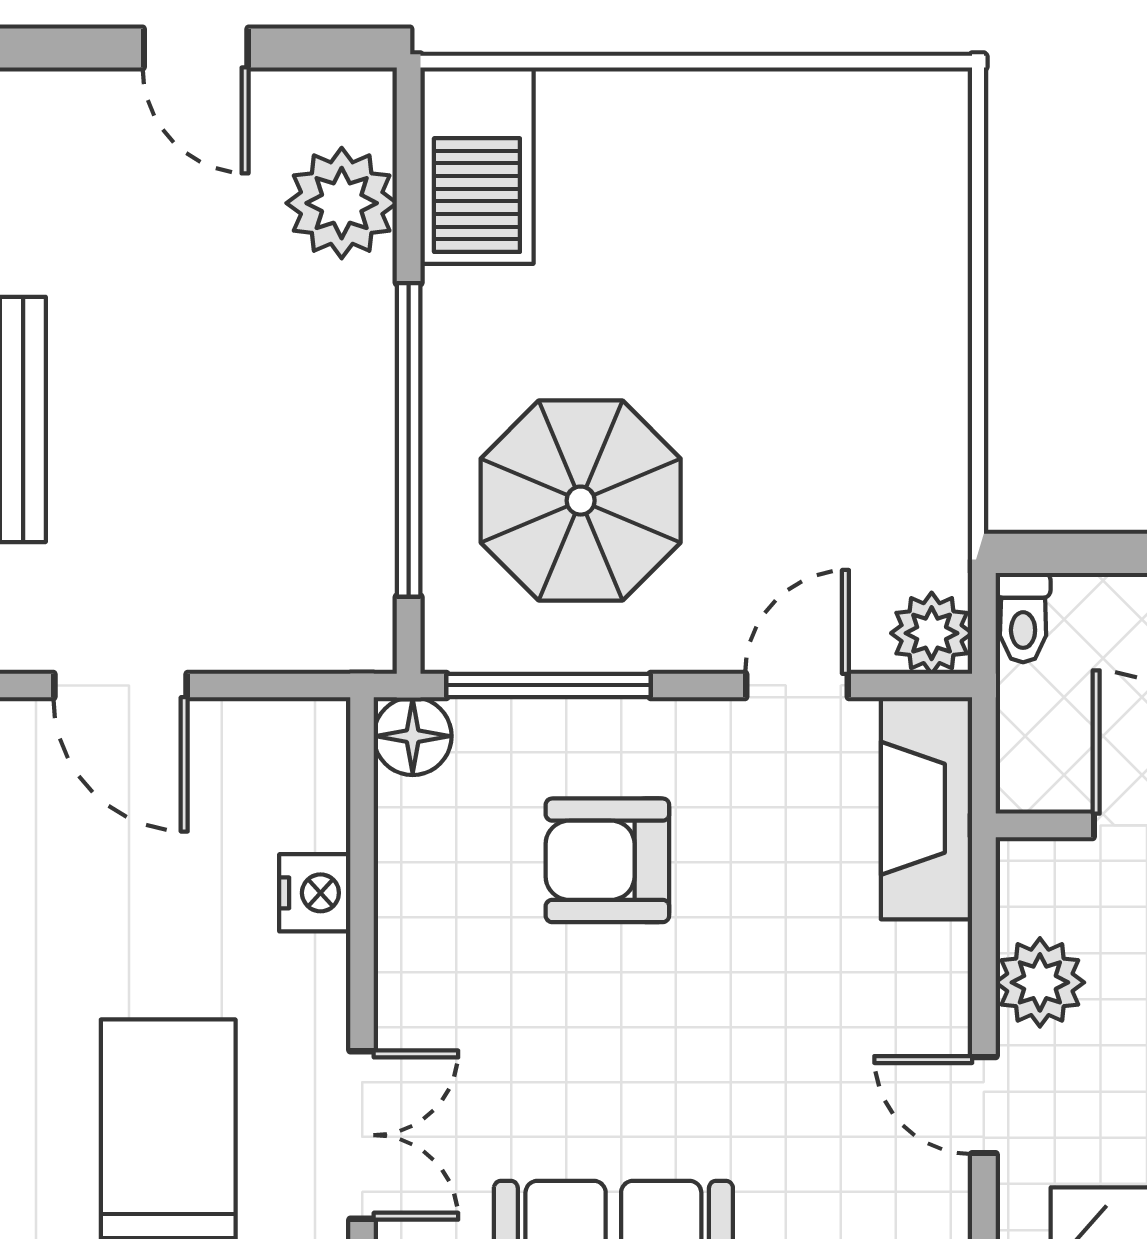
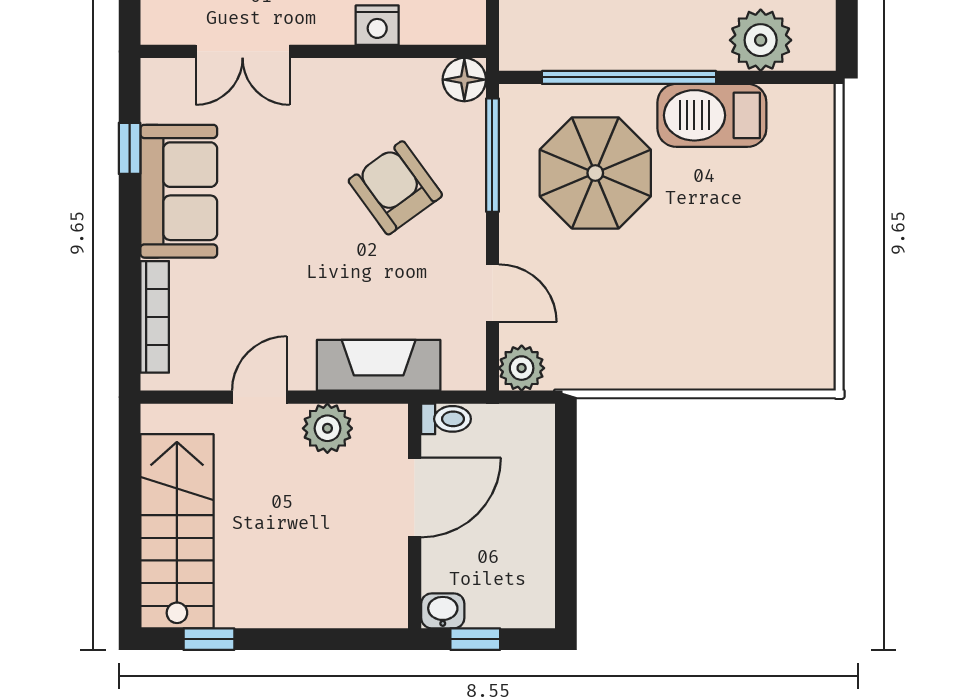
barbecue: (477, 166) -> (712, 115), moved
toilet: (1023, 618) -> (446, 419), moved, turned 180
fireplace: (927, 808) -> (379, 365), moved
armchair: (607, 860) -> (395, 188), turned -36

